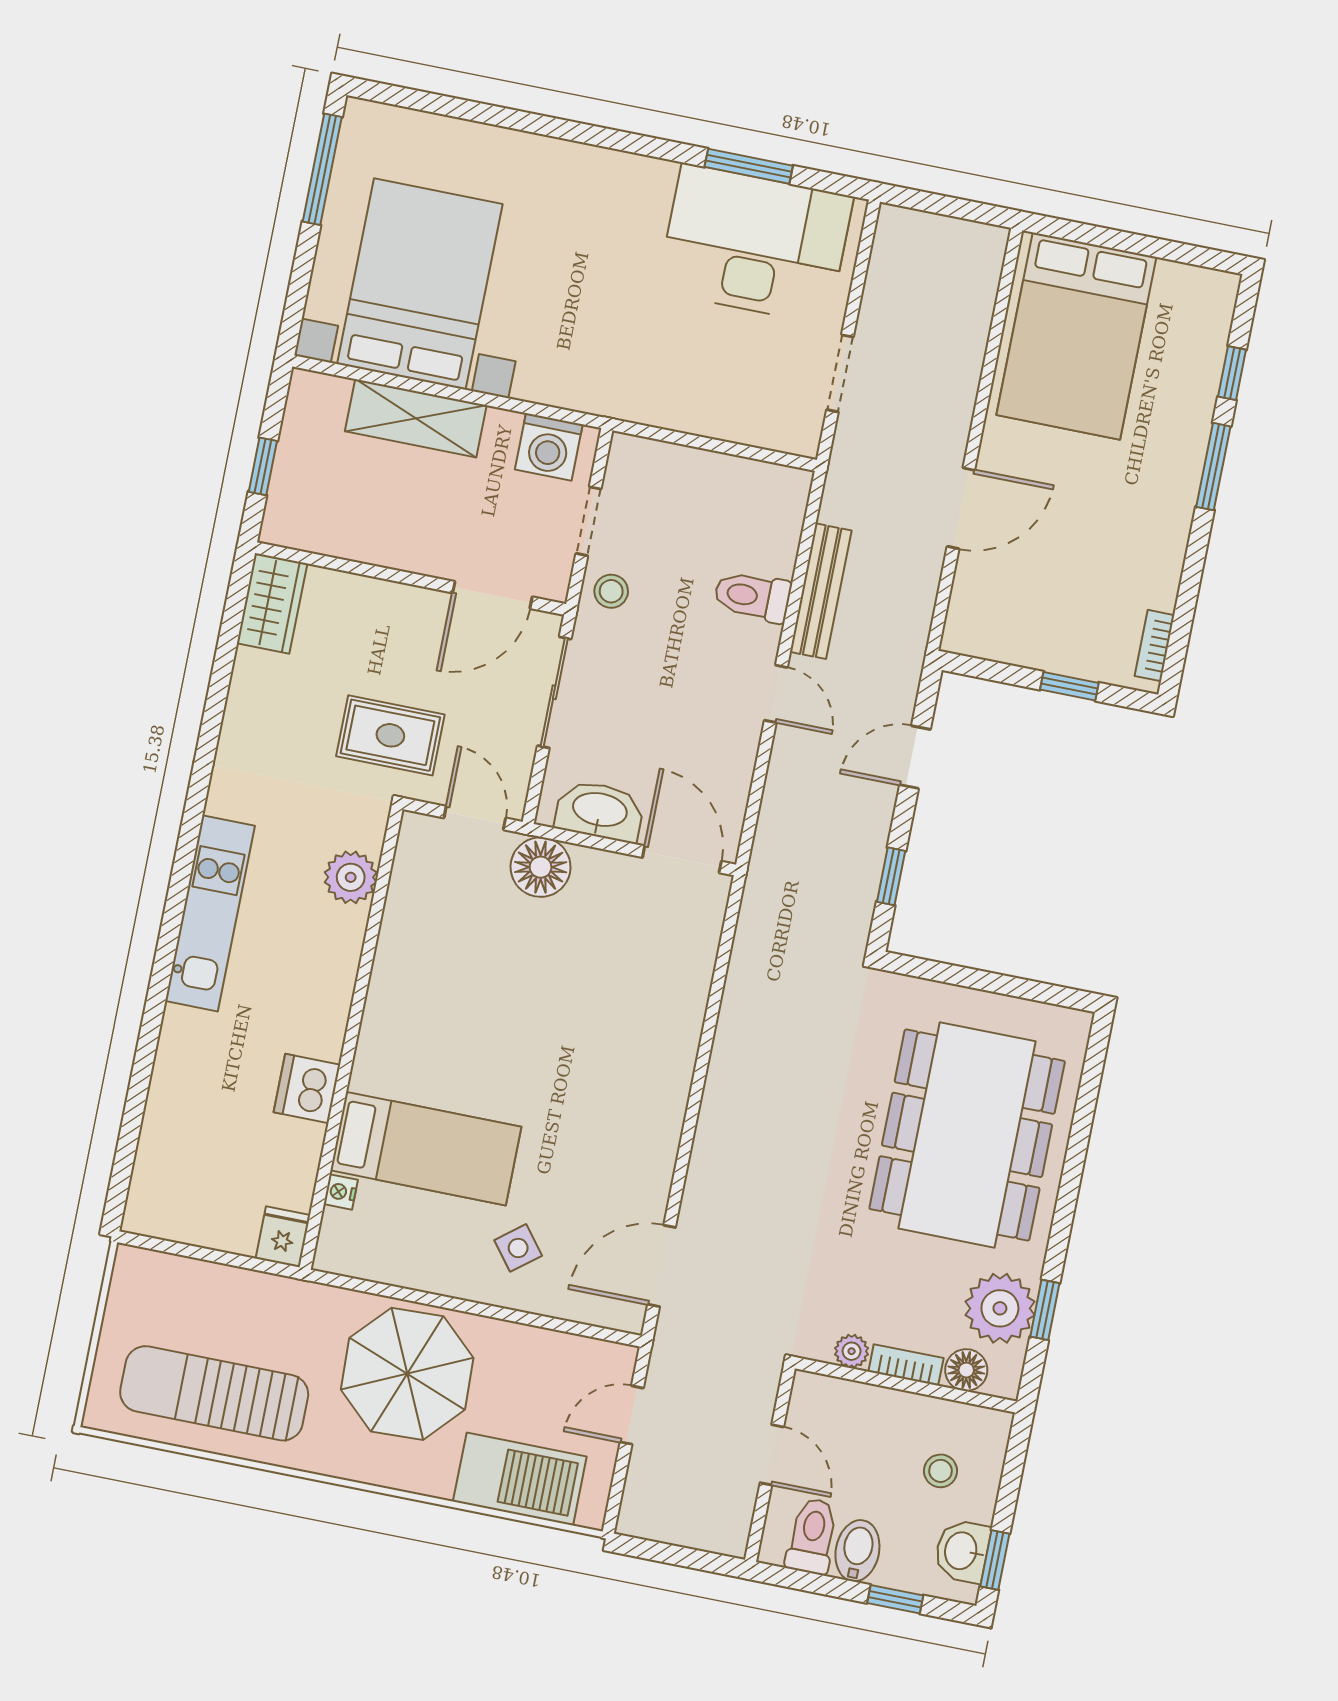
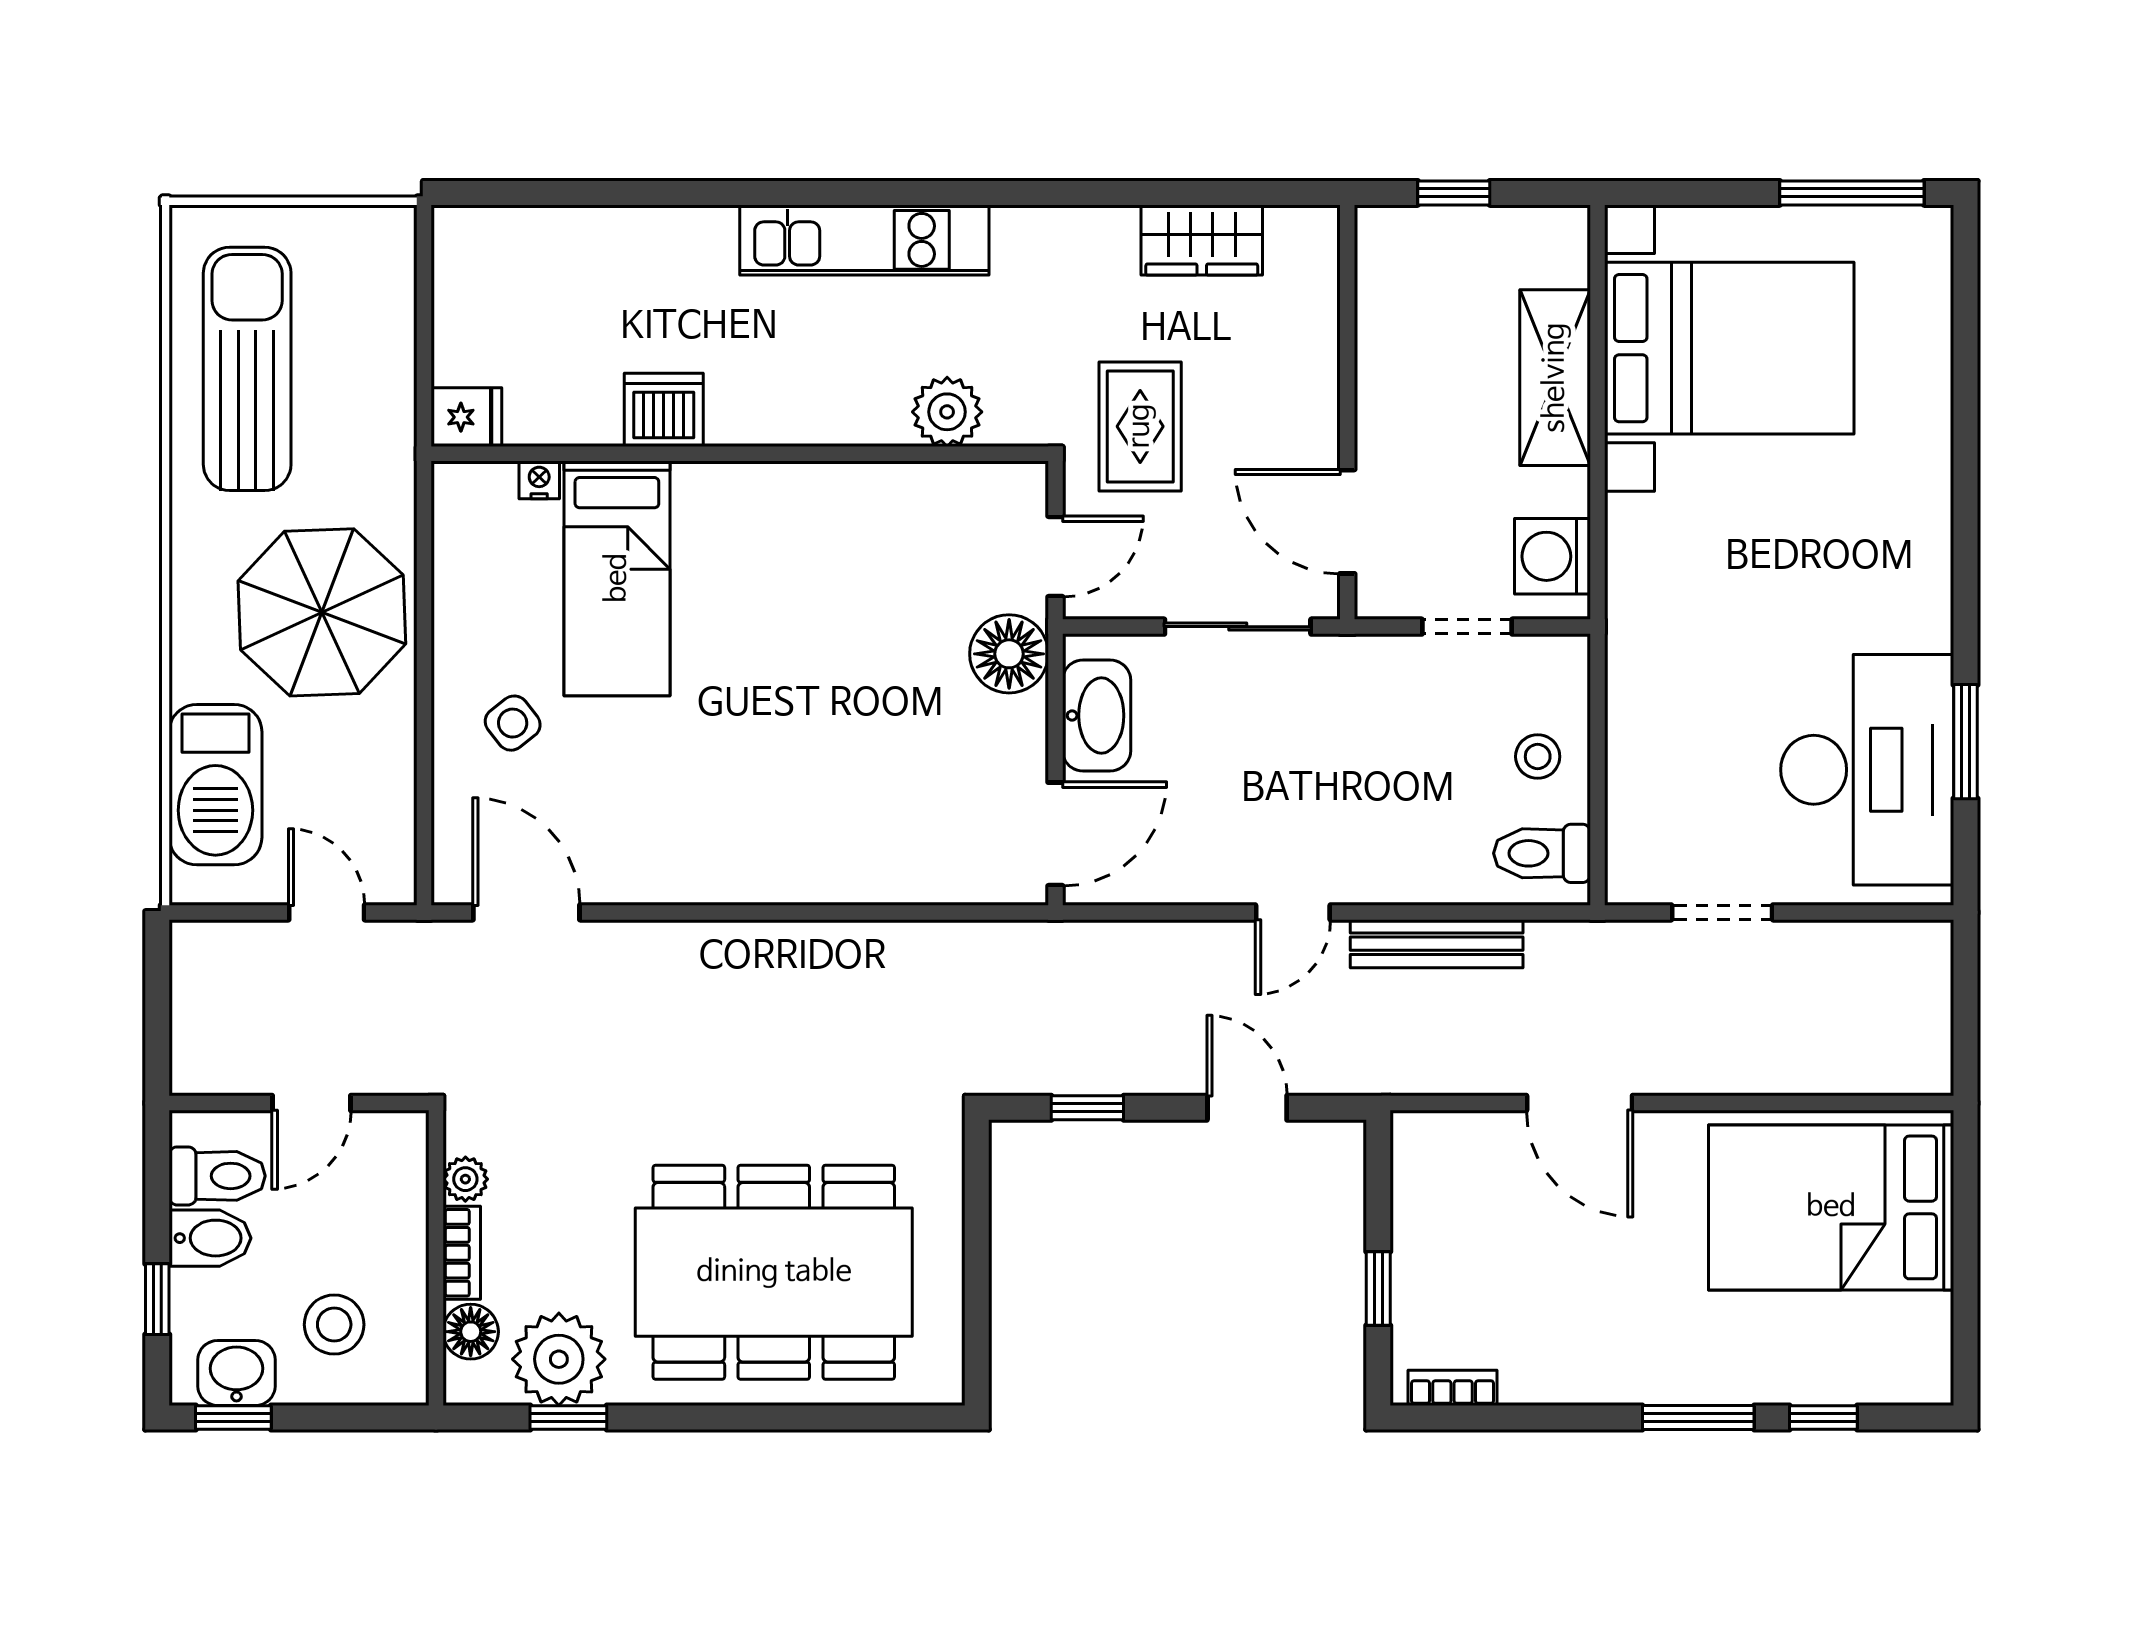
stool: (611, 591) -> (1538, 757), moved
toilet: (752, 596) -> (1542, 853), moved, turned -90
wardrobe: (272, 603) -> (1202, 240), moved
stool: (941, 1471) -> (334, 1325), width x1.37, depth x1.37

